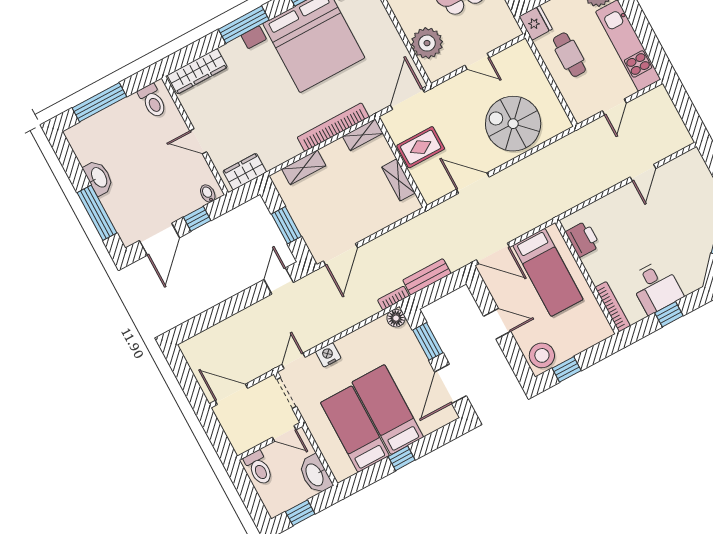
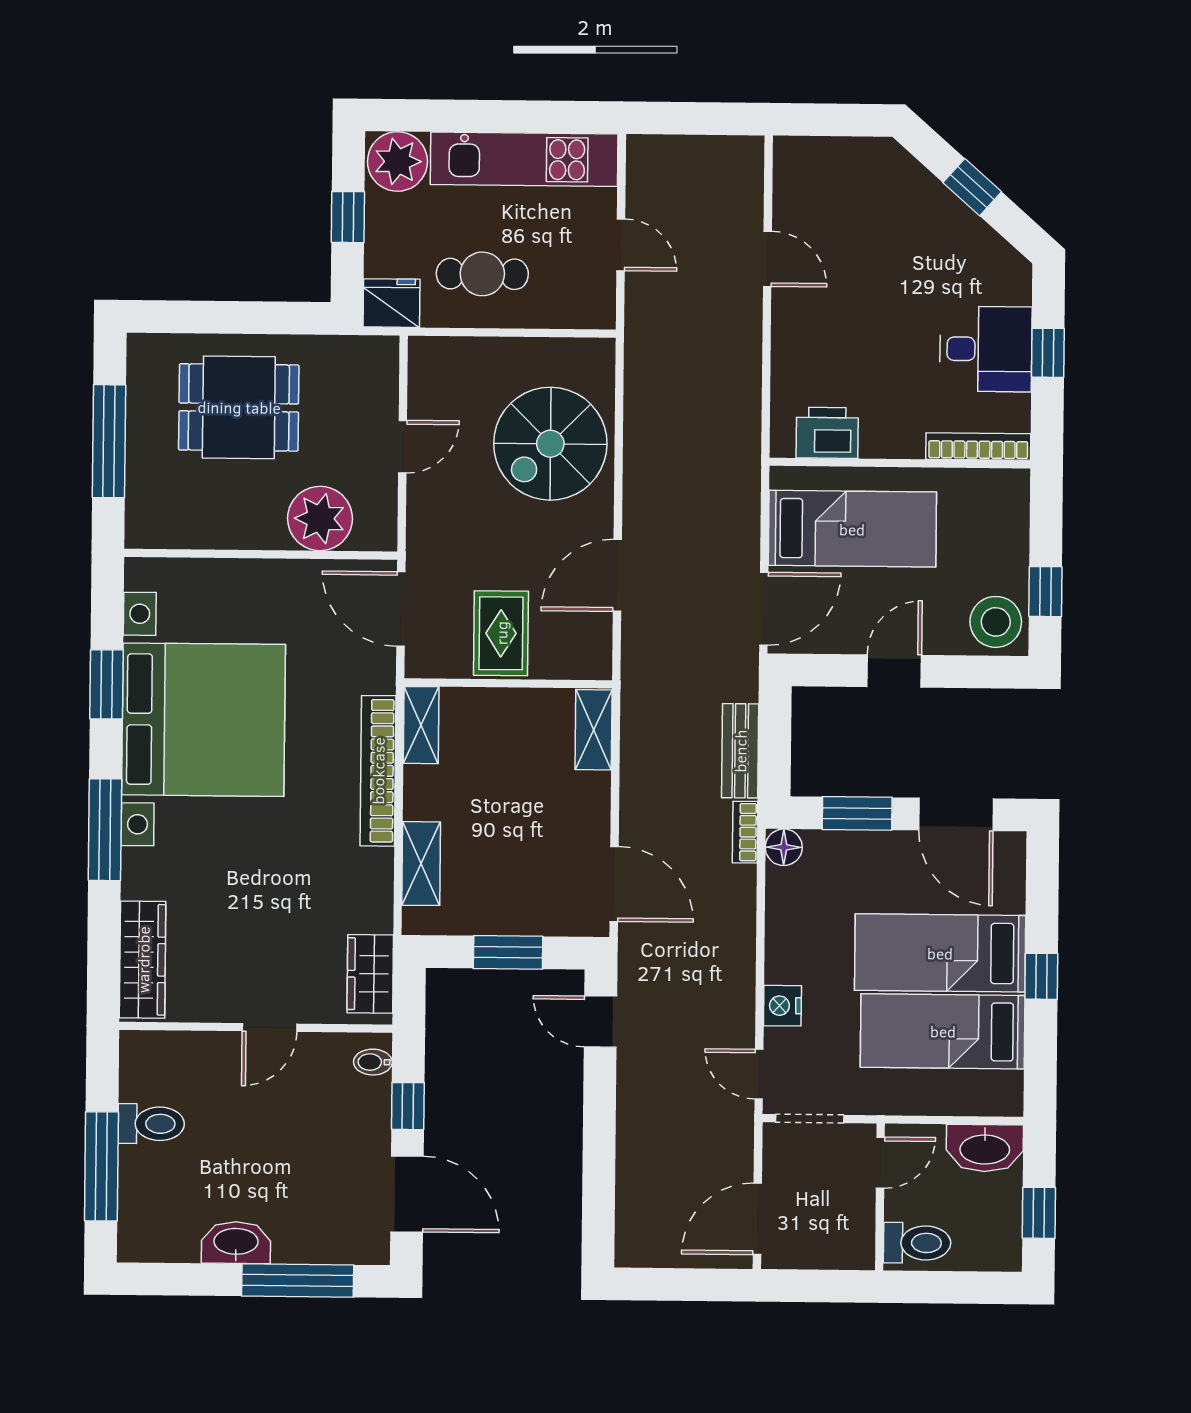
toilet: (153, 101) -> (151, 1124), moved
shelving: (398, 180) -> (594, 730), moved, turned 90

